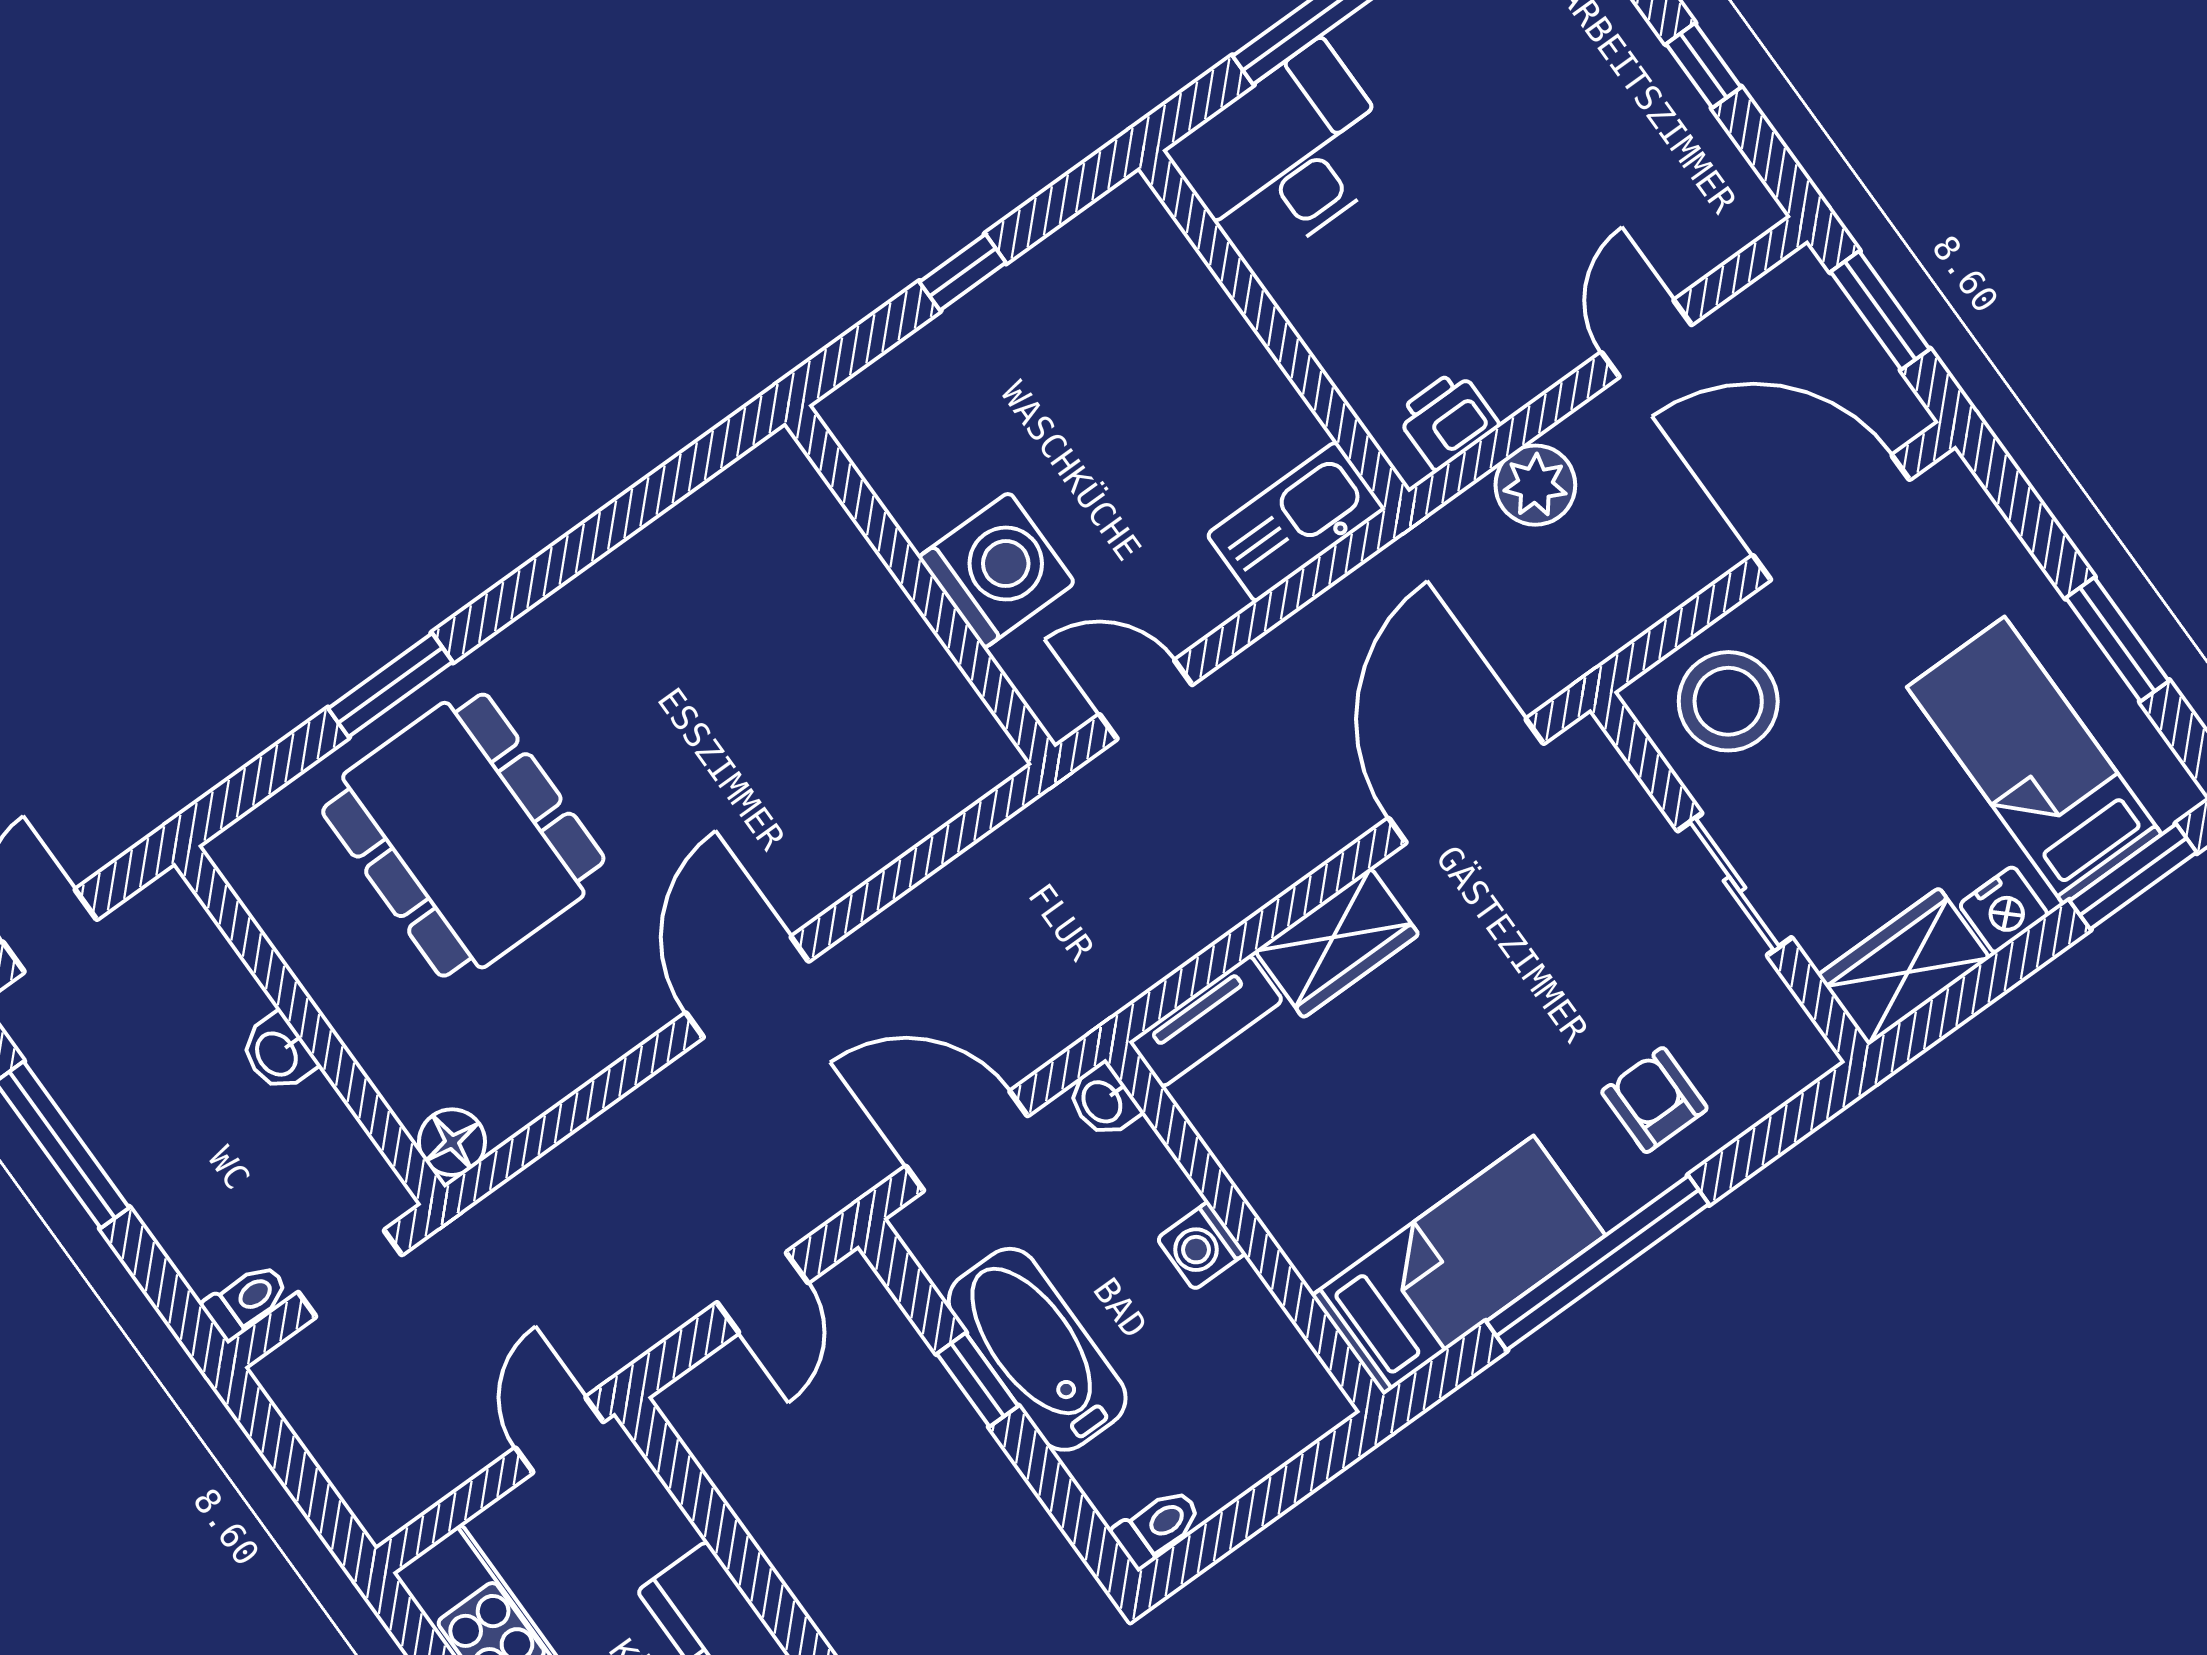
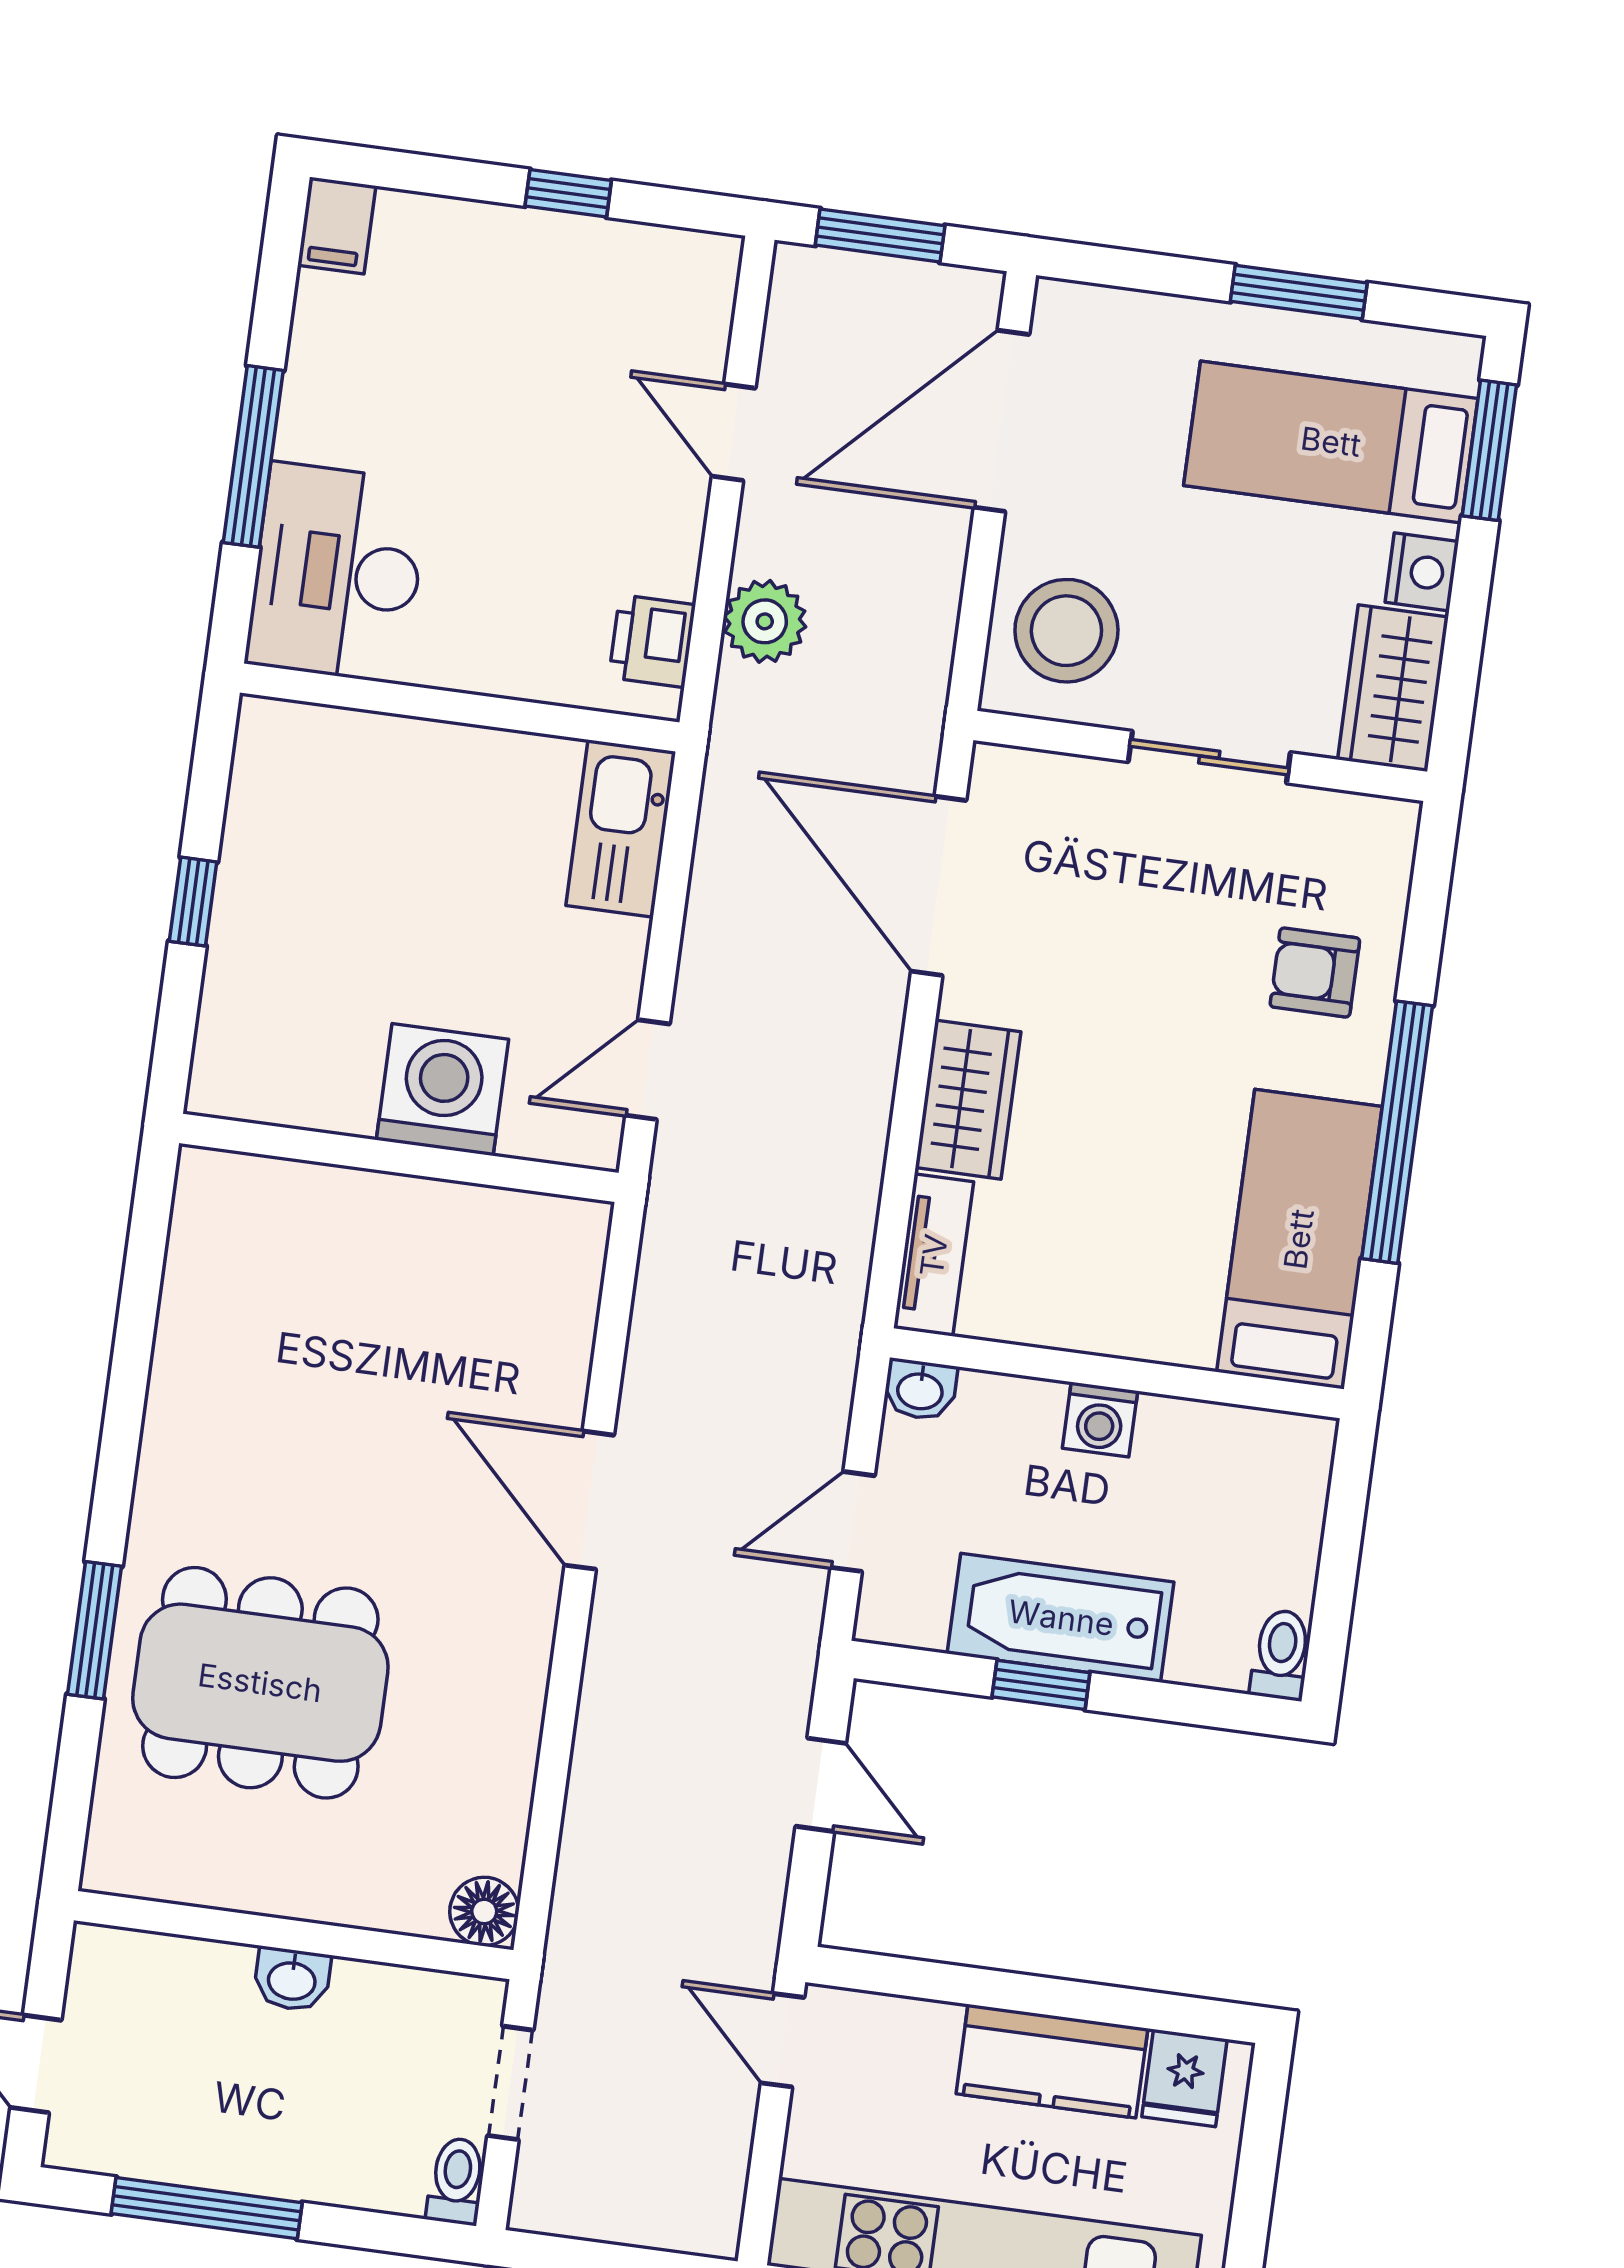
door: (747, 987) -> (589, 1500), moved
door: (967, 1141) -> (853, 1522), width x0.73

